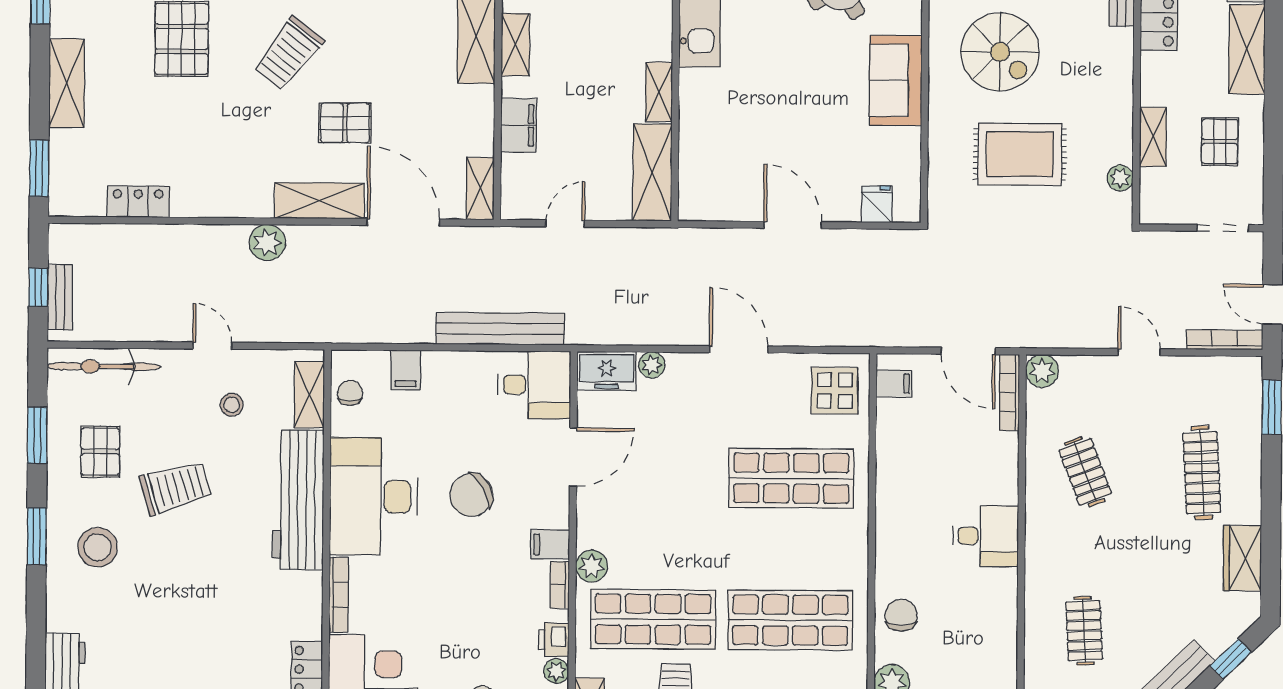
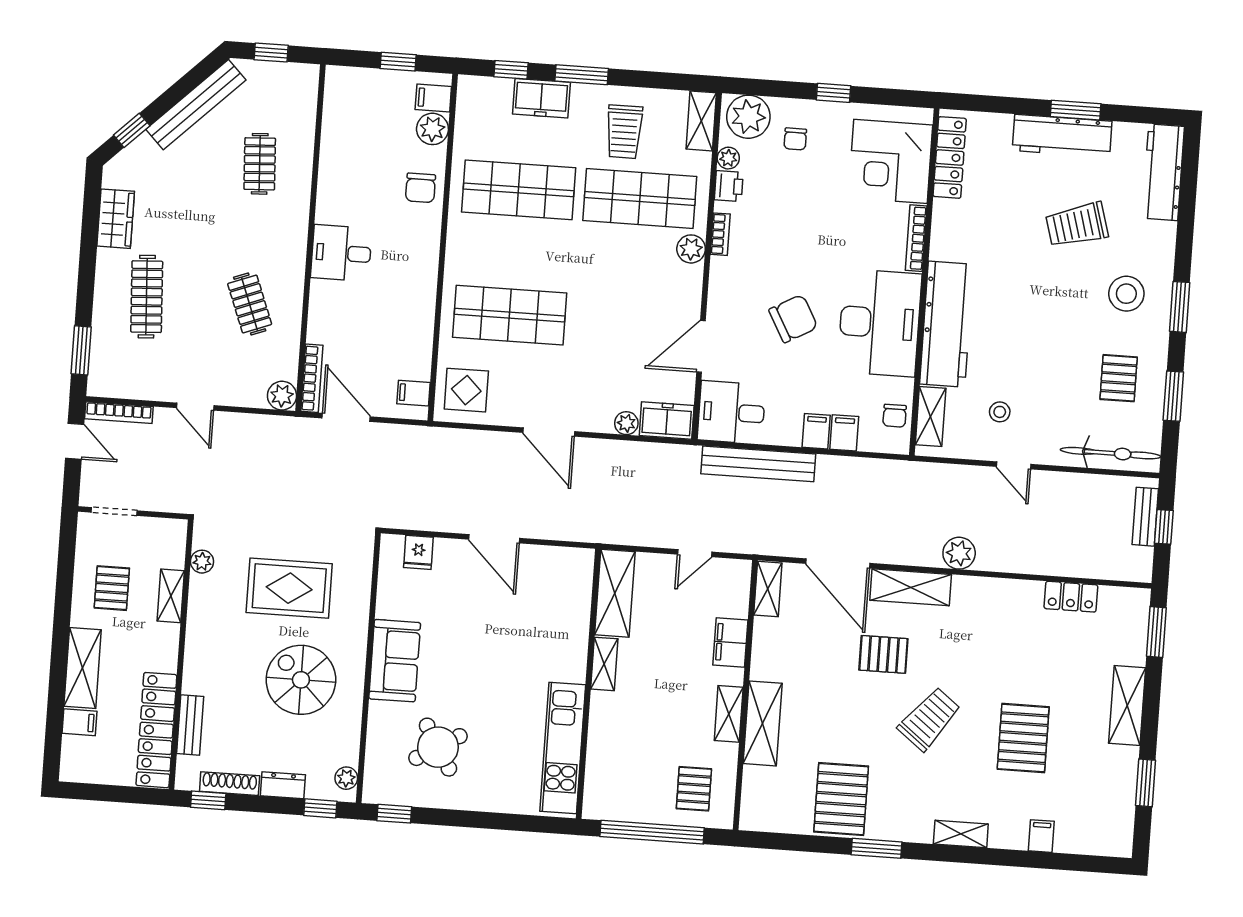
trolley: (176, 488) -> (1077, 225), moved
filing cabinet: (550, 544) -> (816, 431), moved, turned -90

